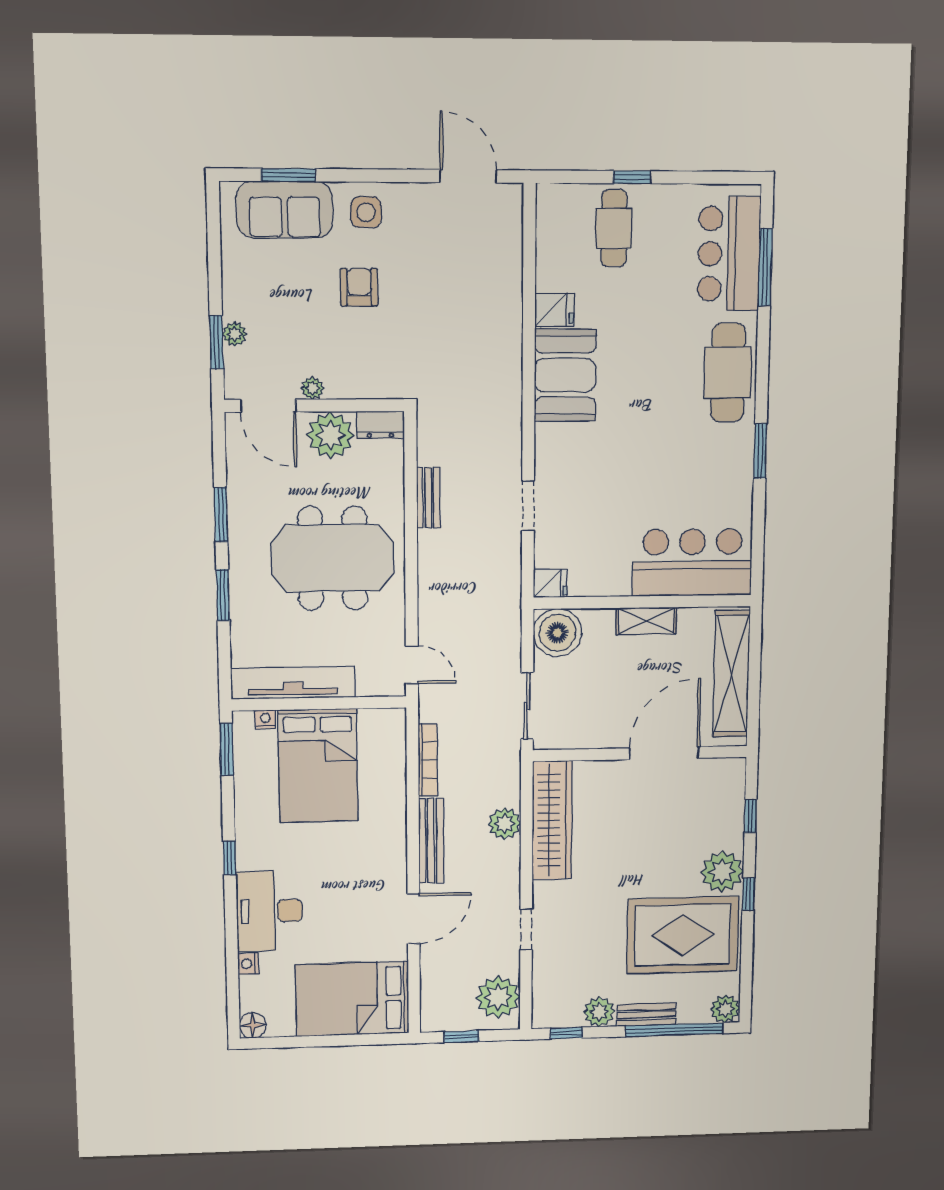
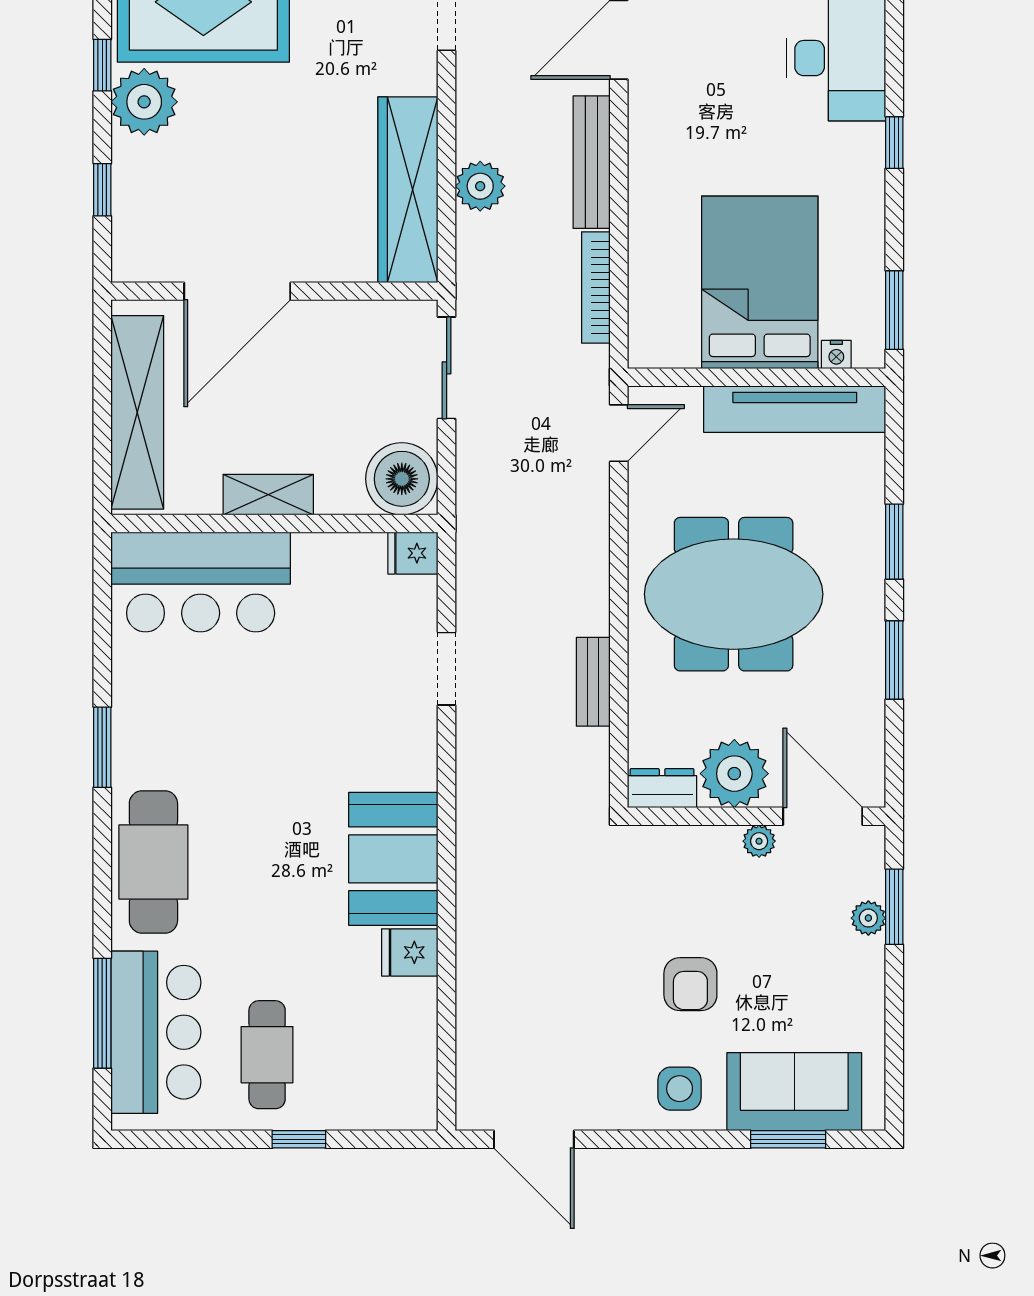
cafe table: (614, 228) -> (267, 1055), moved
door: (412, 665) -> (619, 433), swing flipped

